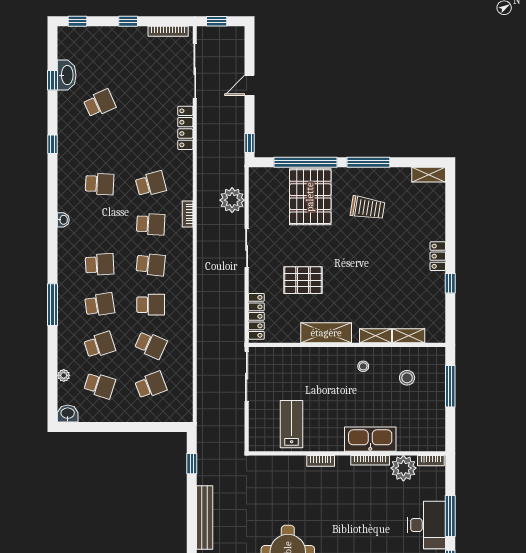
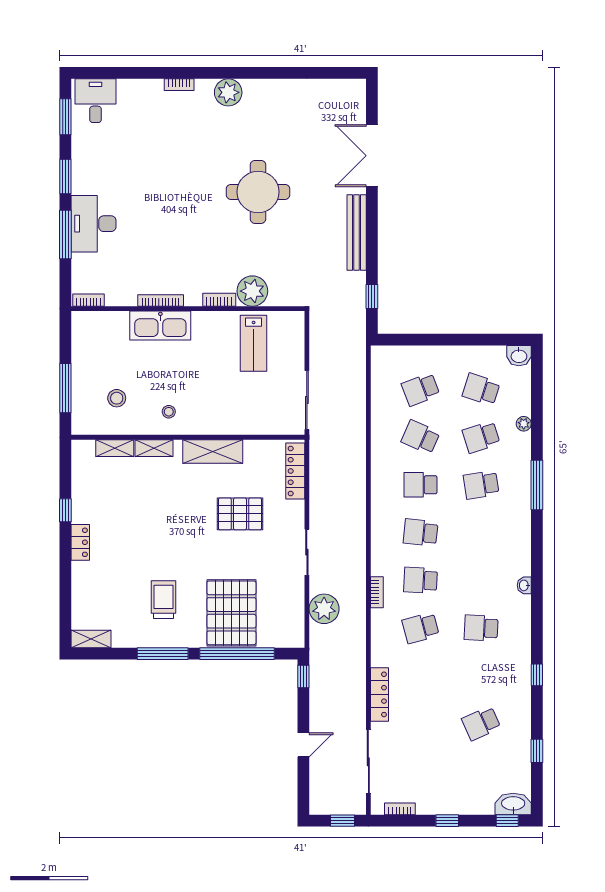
bookcase: (168, 31) -> (400, 809), width x0.64
washbasin: (67, 75) -> (513, 804), moved, turned 90
trolley: (368, 208) -> (164, 600), turned 81
school desk: (100, 264) -> (481, 532), removed
plant: (64, 375) -> (524, 424), moved
plant: (403, 468) -> (252, 291), moved

